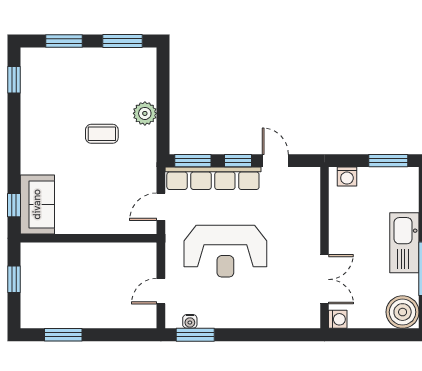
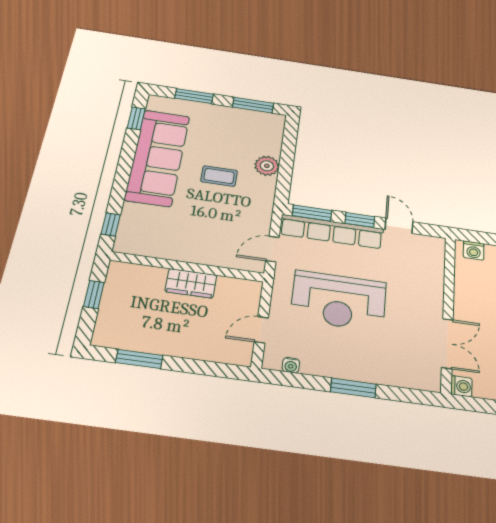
sofa: (37, 204) -> (158, 157), moved, width x1.85, depth x1.27
wardrobe: (94, 255) -> (191, 283), added
window: (195, 335) -> (353, 388), moved

